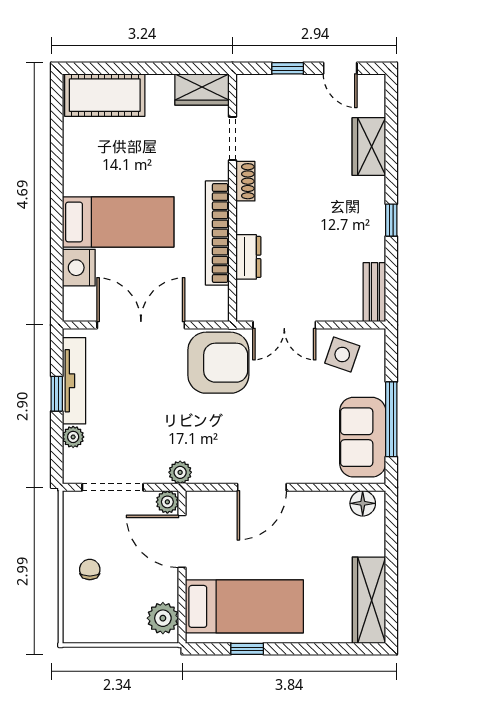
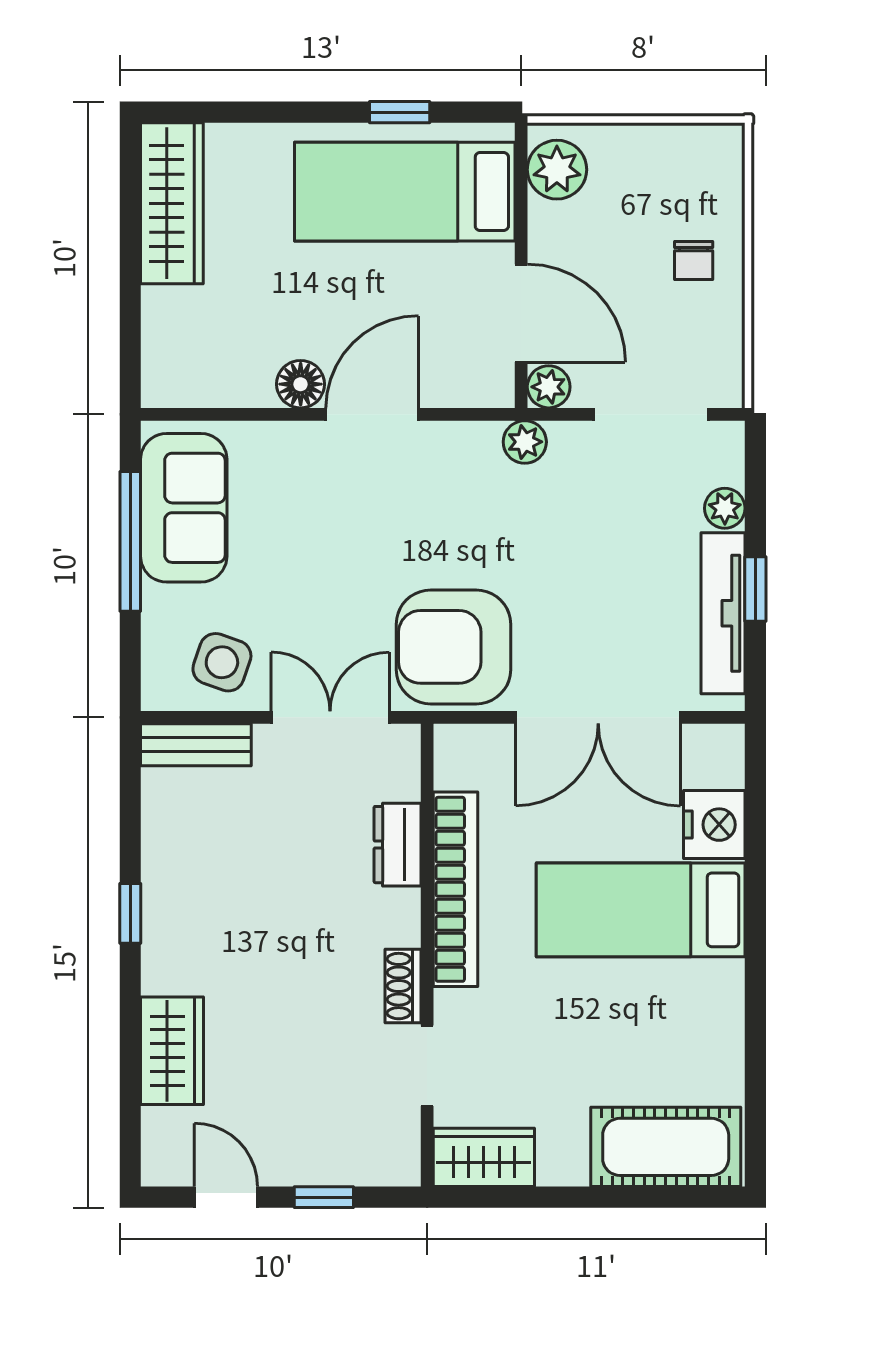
bench: (374, 292) -> (196, 745), moved, turned 90
floor lamp: (363, 503) -> (301, 384), moved

